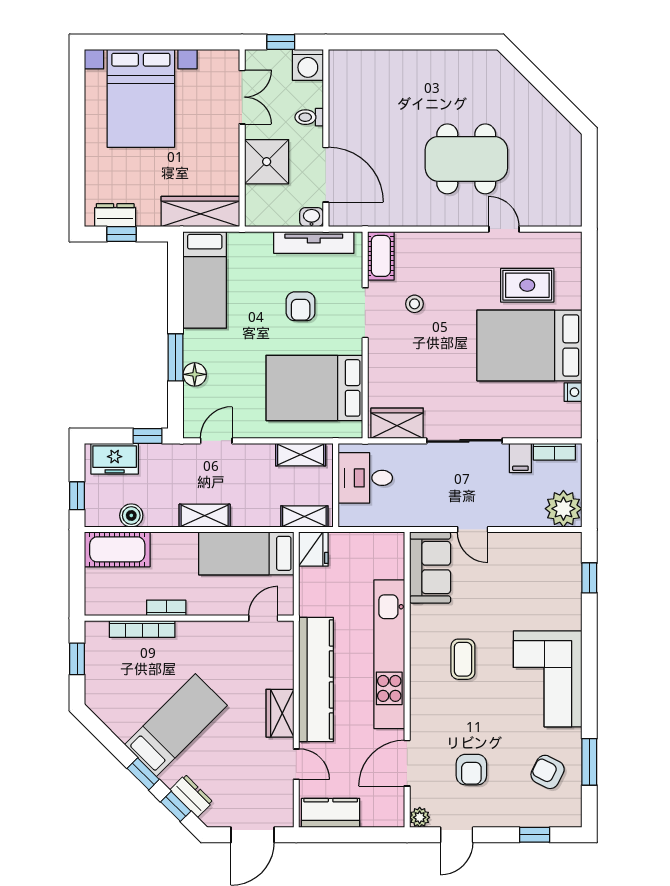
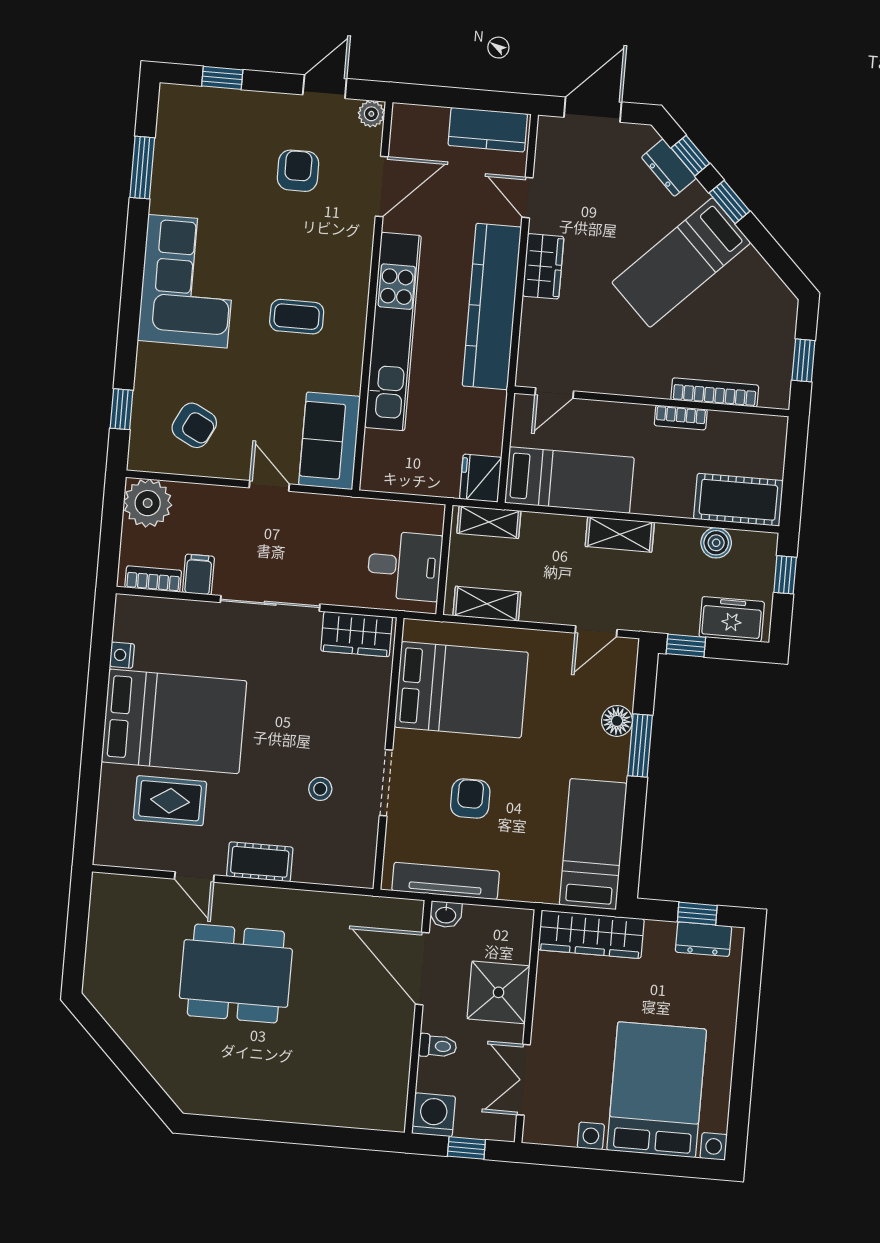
cot: (381, 256) -> (260, 862), moved, turned 90
coffee table: (463, 659) -> (297, 317), turned 90
armchair: (548, 772) -> (194, 425), moved

